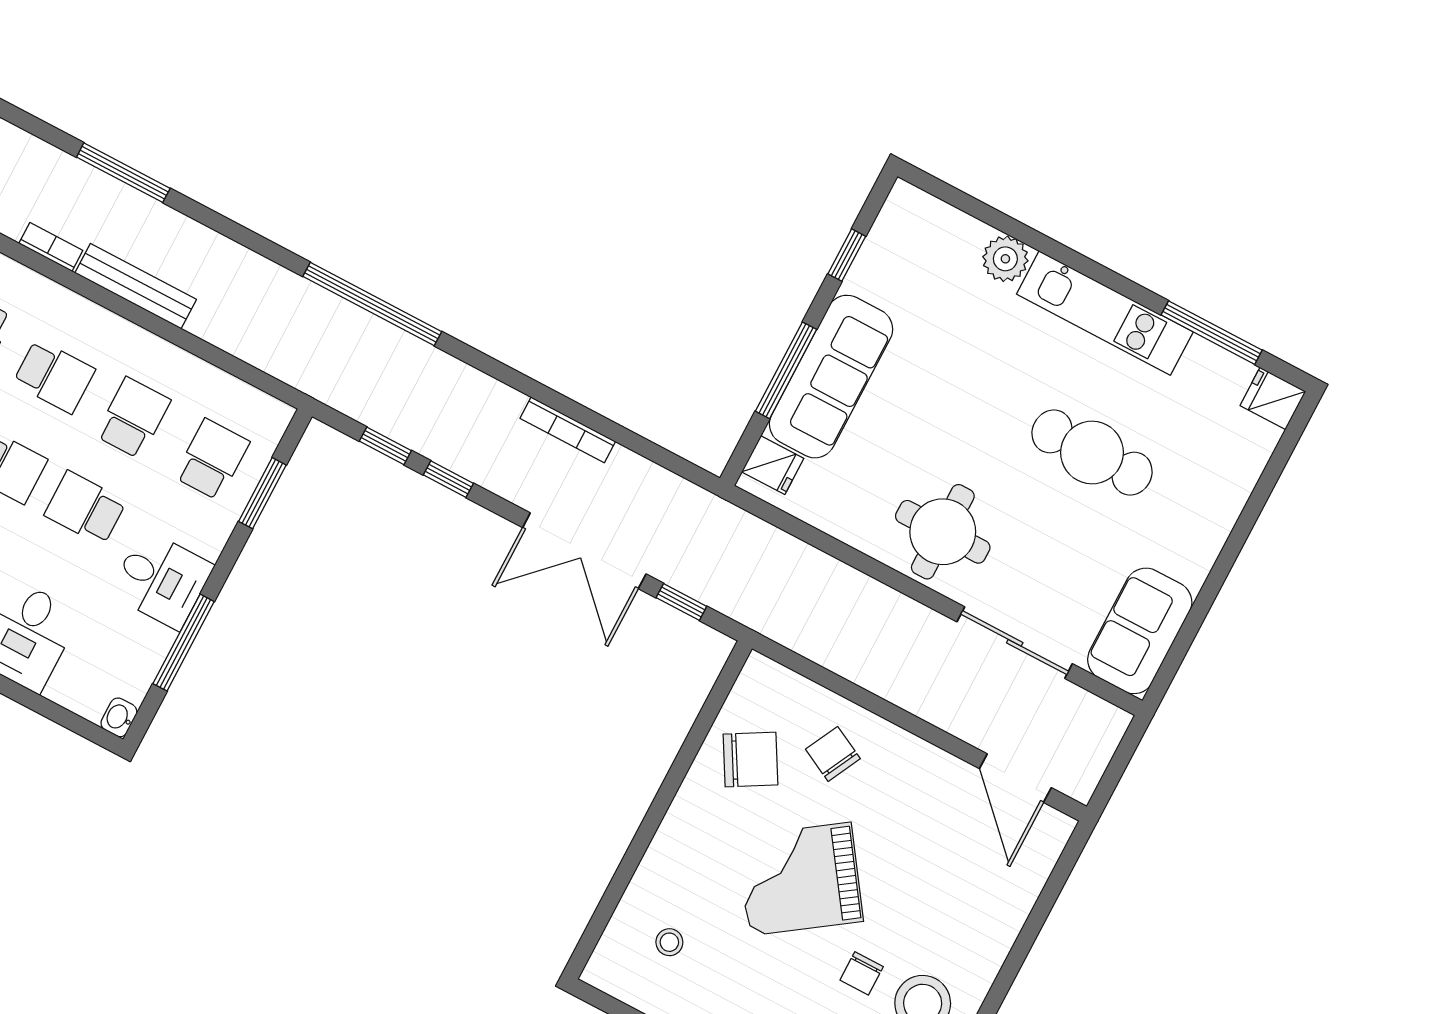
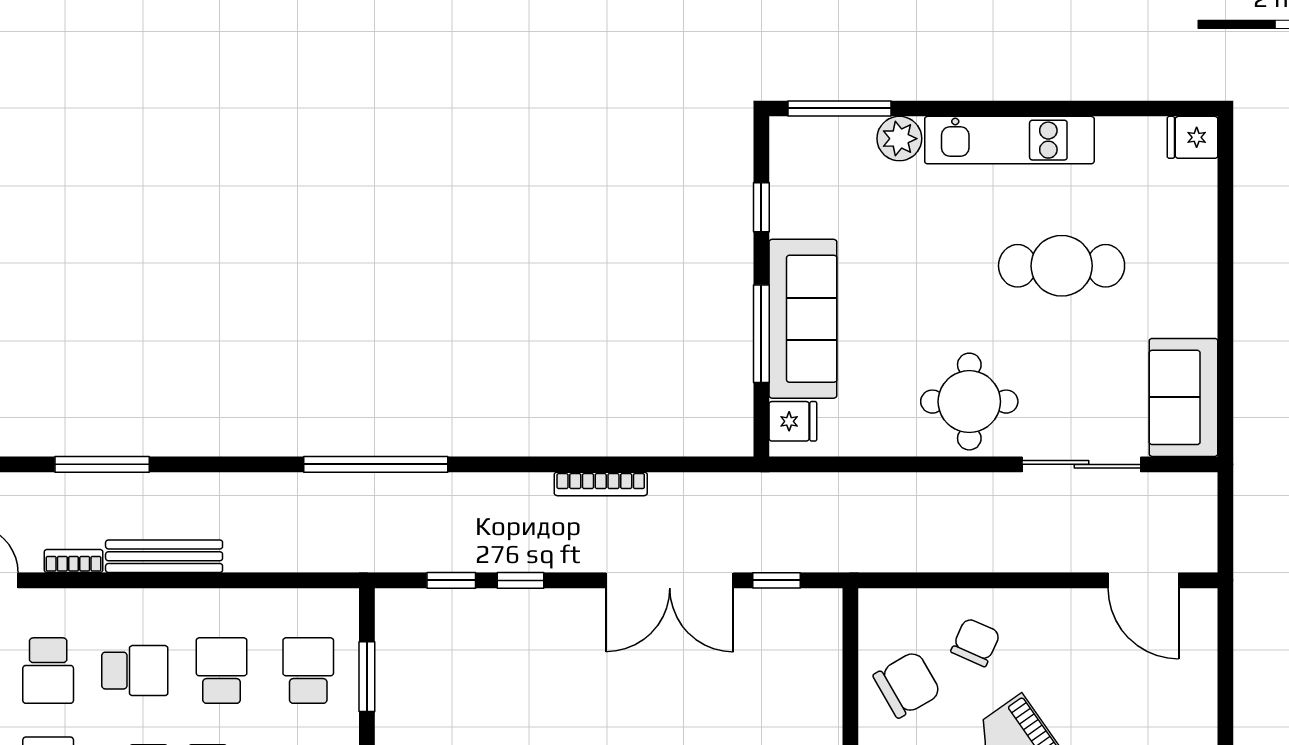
window: (1212, 333) -> (839, 108), moved
chair: (833, 754) -> (976, 642), turned 87

